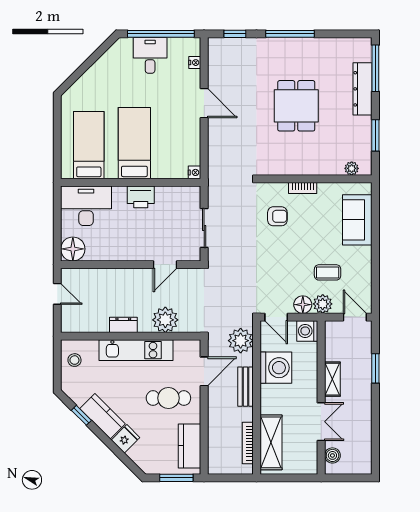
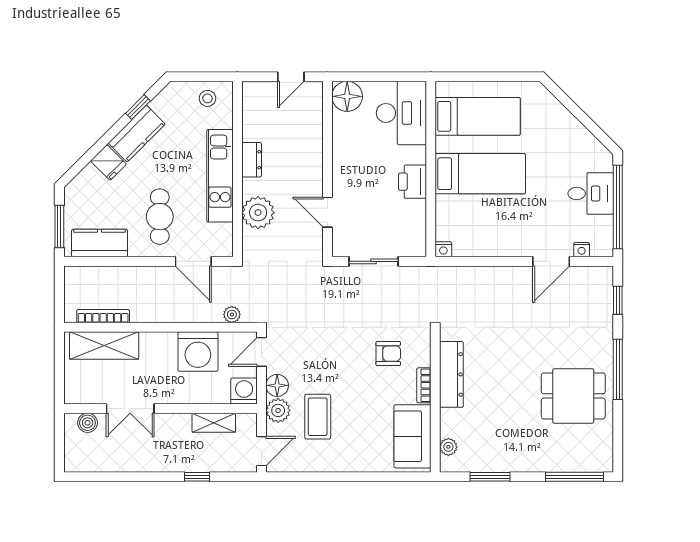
dresser: (363, 89) -> (451, 374), moved, turned 90
door: (204, 103) -> (551, 261), moved
dining table: (296, 106) -> (573, 396), moved
armchair: (277, 216) -> (388, 354), turned -90
sofa: (357, 220) -> (412, 436), moved, turned -90
coffee table: (328, 272) -> (318, 417), width x1.36, depth x1.30
plant: (241, 341) -> (232, 315), width x0.53, depth x0.53
window: (375, 368) -> (197, 477), width x0.67
shelving: (332, 379) -> (214, 423), moved
bench: (246, 387) -> (174, 313), removed

